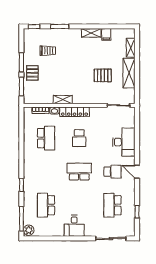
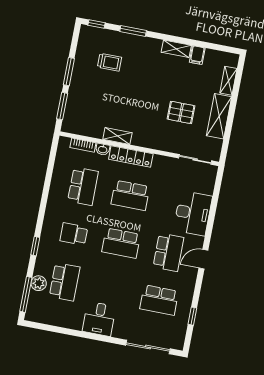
pallet: (32, 73) -> (81, 90), removed
school desk: (79, 138) -> (130, 195), width x1.85
school desk: (46, 172) -> (74, 234), added
school desk: (79, 172) -> (121, 243), turned 180
school desk: (112, 172) -> (168, 252), width x1.85
door: (137, 172) -> (203, 259), hinge flipped
school desk: (46, 205) -> (65, 282), turned 180
school desk: (112, 205) -> (159, 300), turned -90
plant: (29, 230) -> (39, 283), moved

